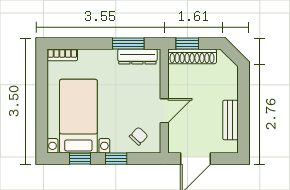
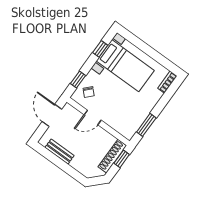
dresser: (137, 56) -> (135, 125), removed
door: (164, 111) -> (93, 117), hinge flipped
window: (116, 159) -> (78, 80), moved

